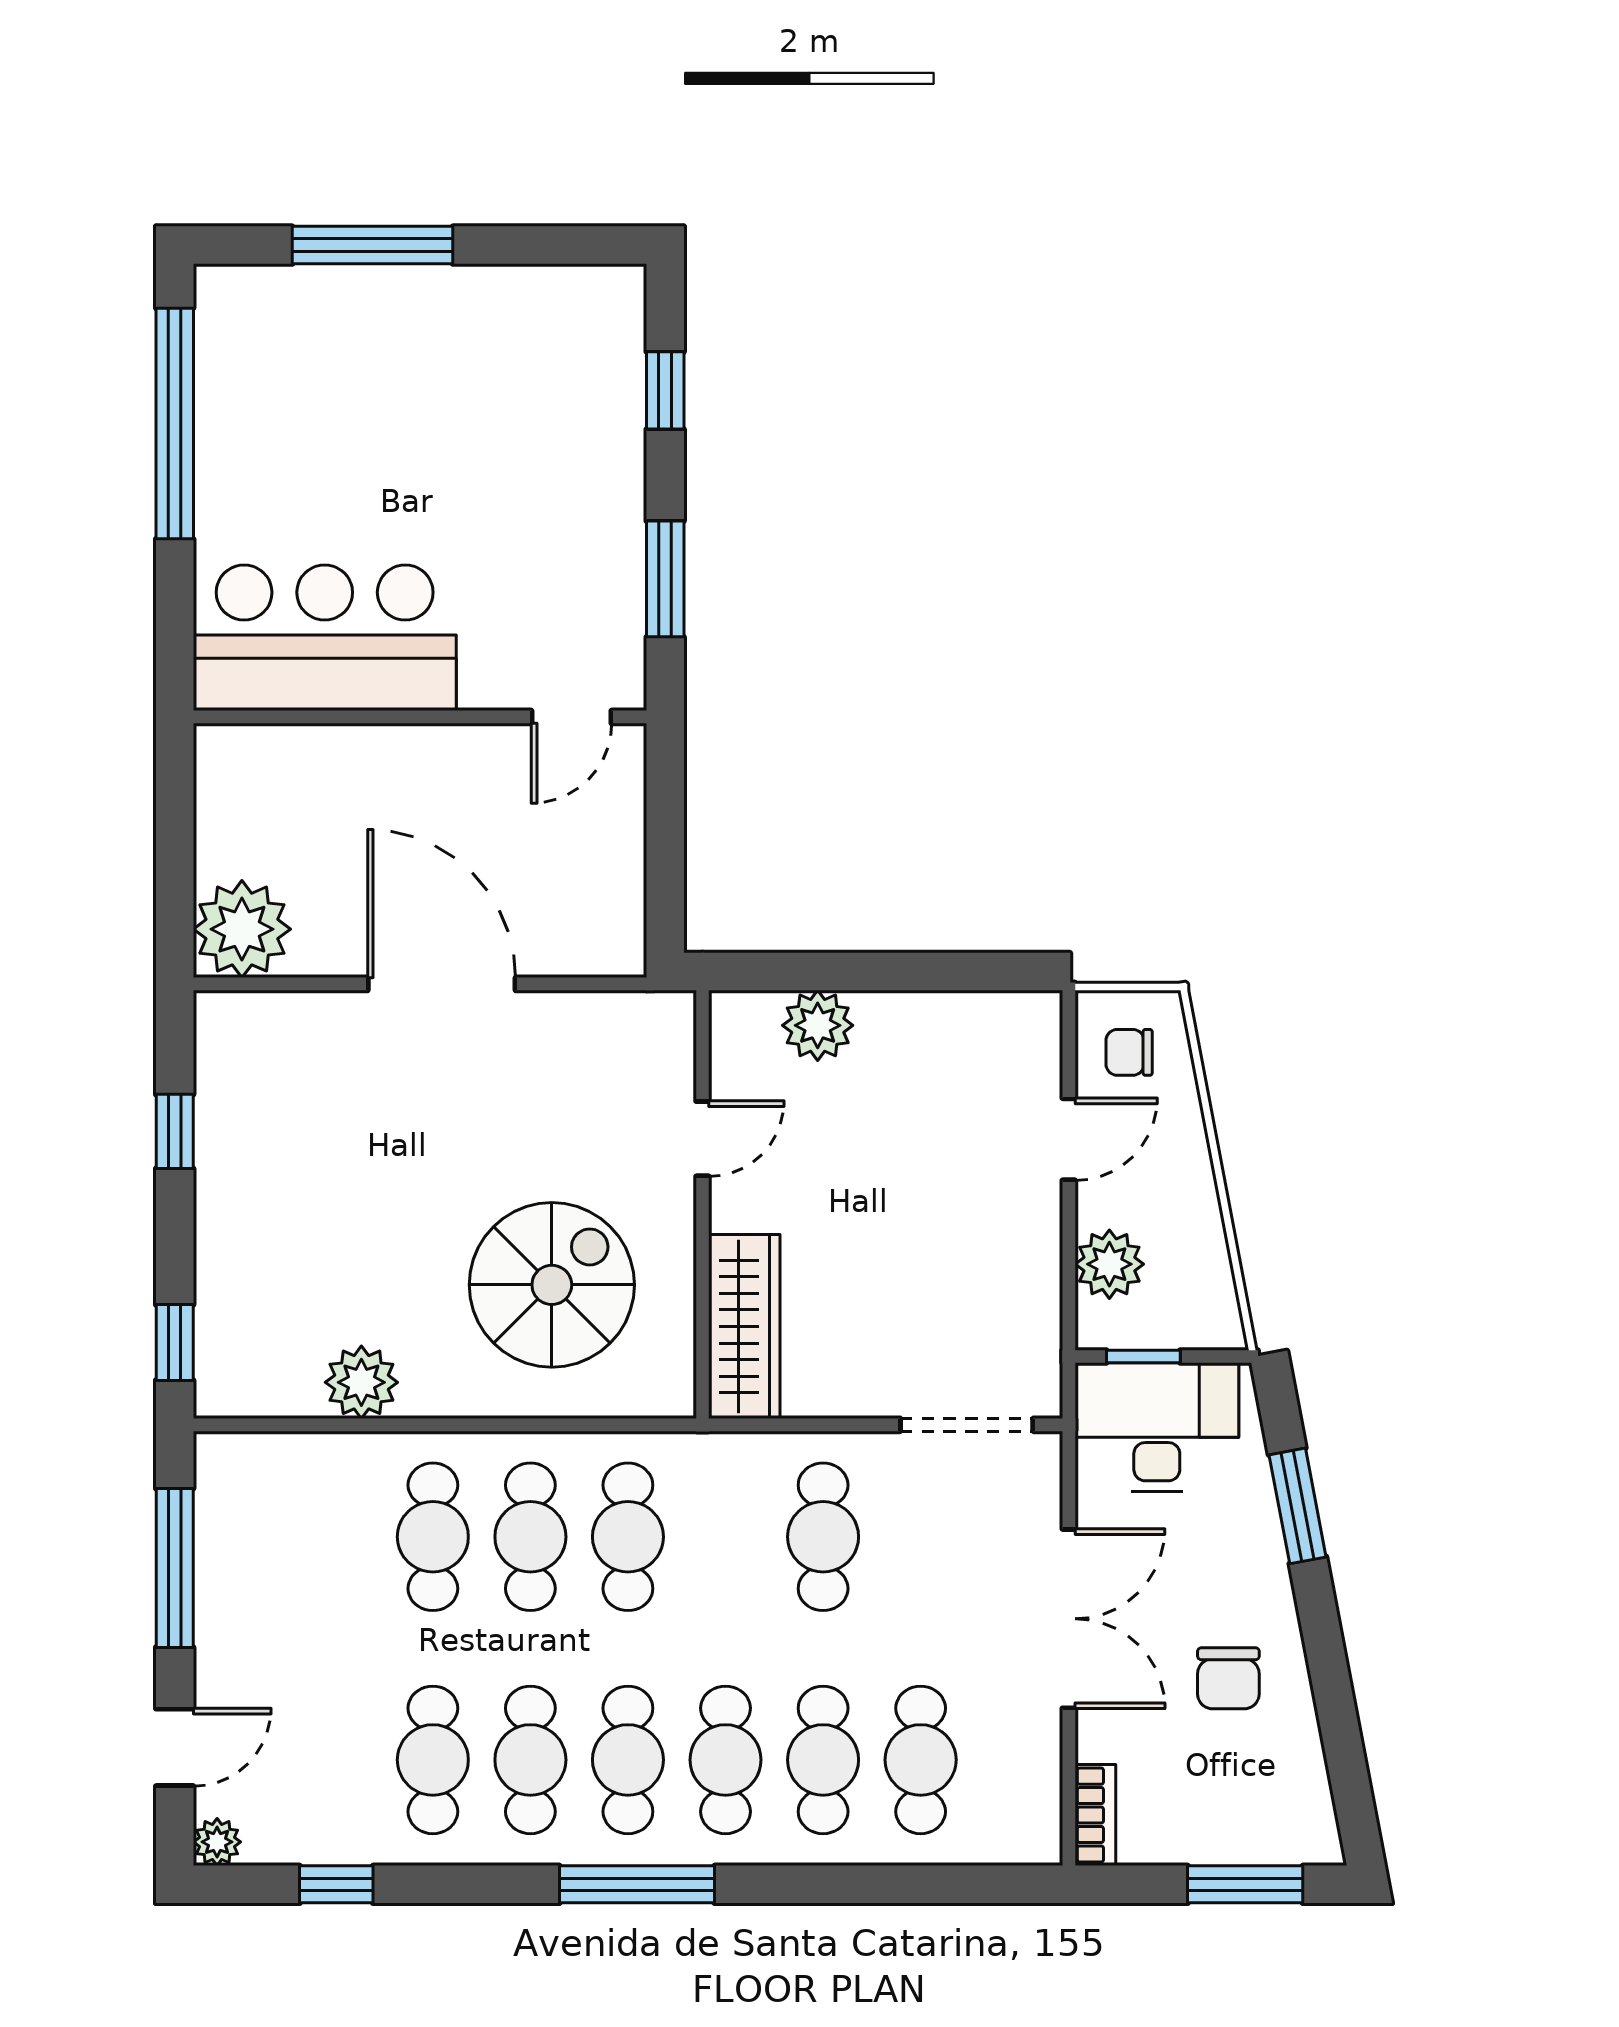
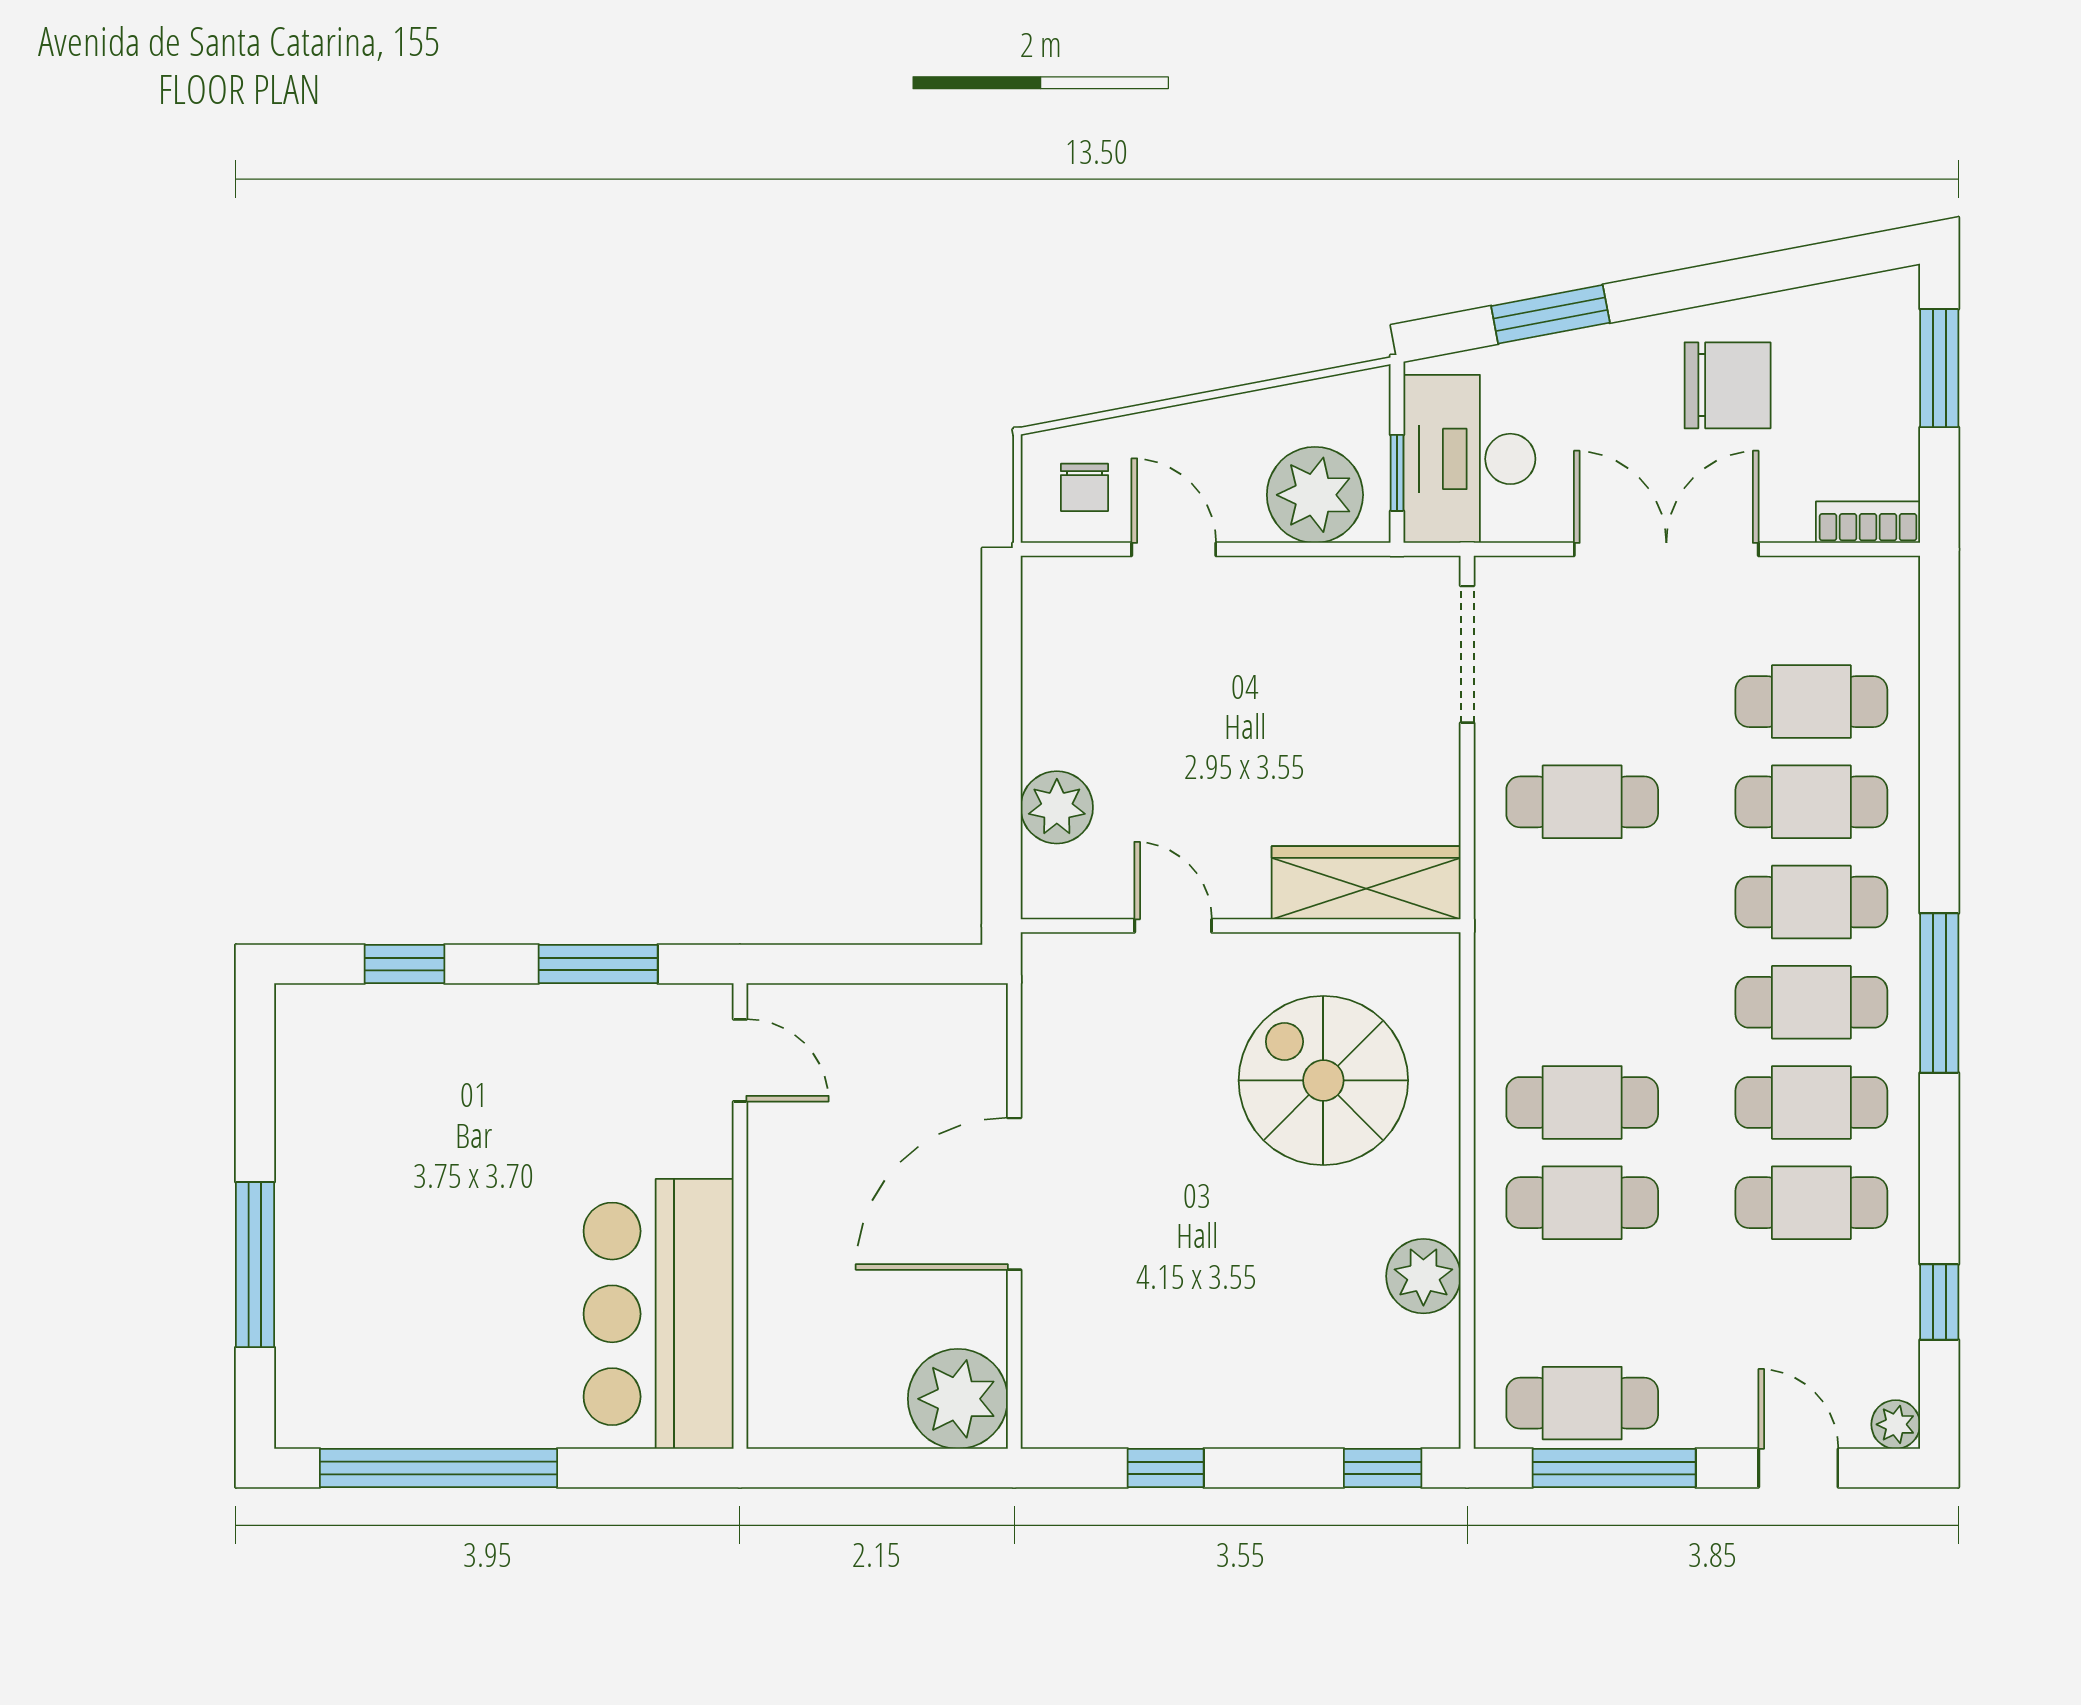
plant: (1109, 1264) -> (1315, 495), width x1.36, depth x1.36
cafe table: (628, 1537) -> (1582, 1403), moved
chair: (1228, 1678) -> (1728, 385), width x1.37, depth x1.37

